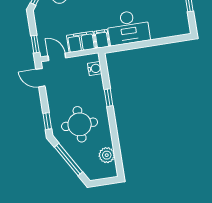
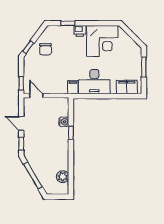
filing cabinet: (81, 42) -> (127, 87), moved
water cooler: (95, 69) -> (64, 122), moved
door: (40, 78) -> (21, 123), moved
round table: (80, 124) -> (46, 150), removed

